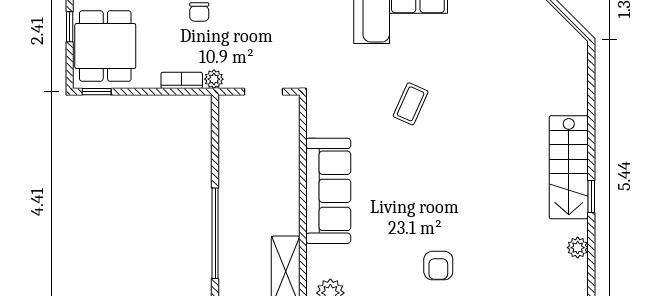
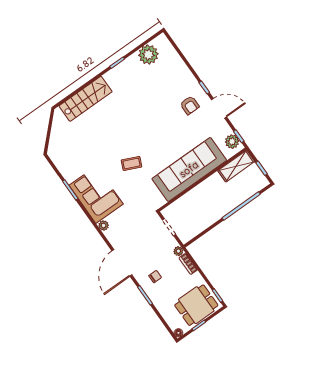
stairs: (569, 167) -> (86, 99), moved
sofa: (328, 191) -> (189, 169), width x1.36, depth x1.27
plant: (578, 248) -> (148, 55), width x1.87, depth x1.87
armchair: (438, 266) -> (190, 105), turned 90

